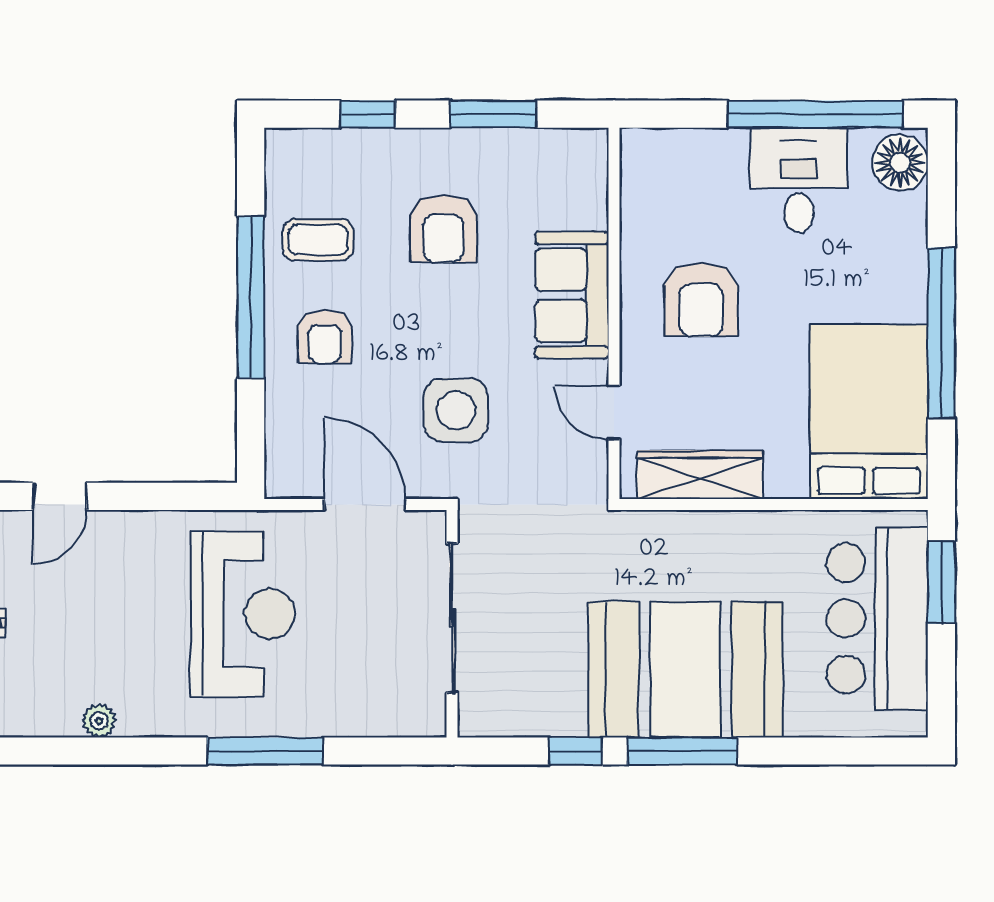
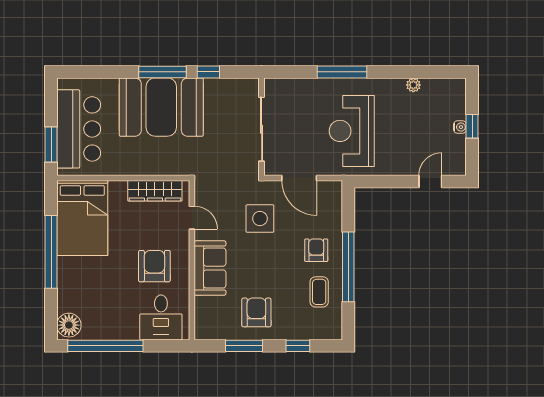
desk: (799, 180) -> (161, 317), moved
armchair: (443, 229) -> (256, 312), moved
coffee table: (318, 240) -> (319, 292), turned 90

